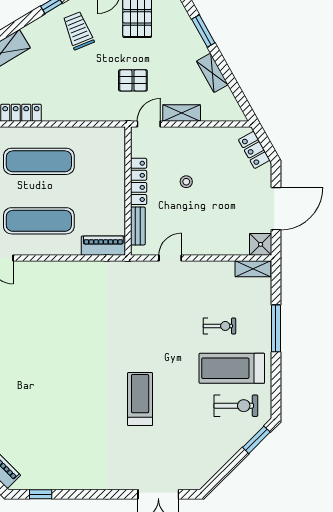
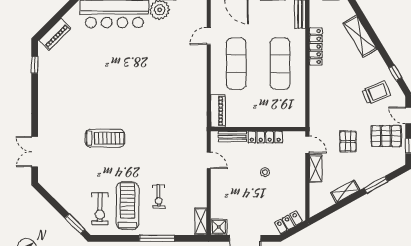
pallet: (133, 80) -> (348, 141), moved

